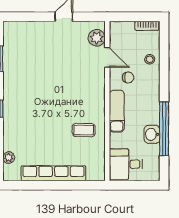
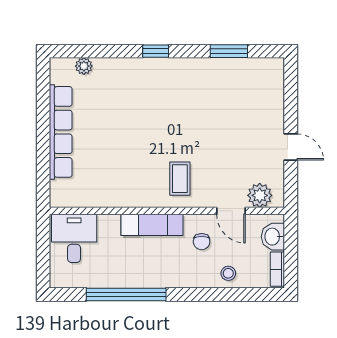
door: (107, 57) -> (231, 211), hinge flipped
coffee table: (84, 130) -> (180, 179), moved
washbasin: (152, 134) -> (273, 237), moved, turned -90

